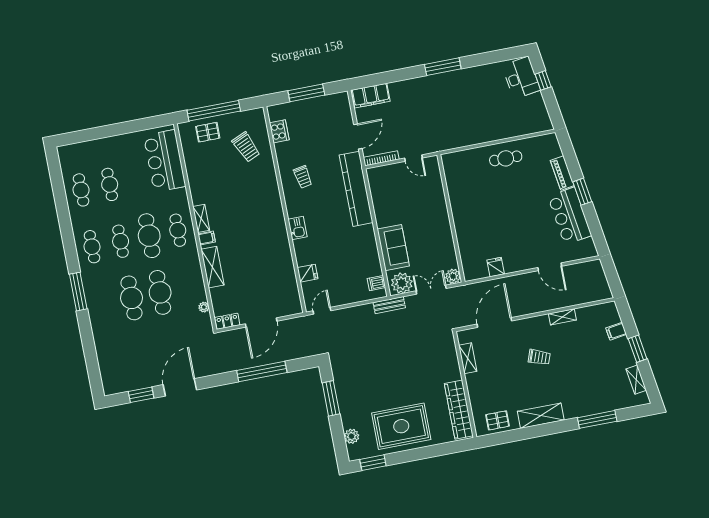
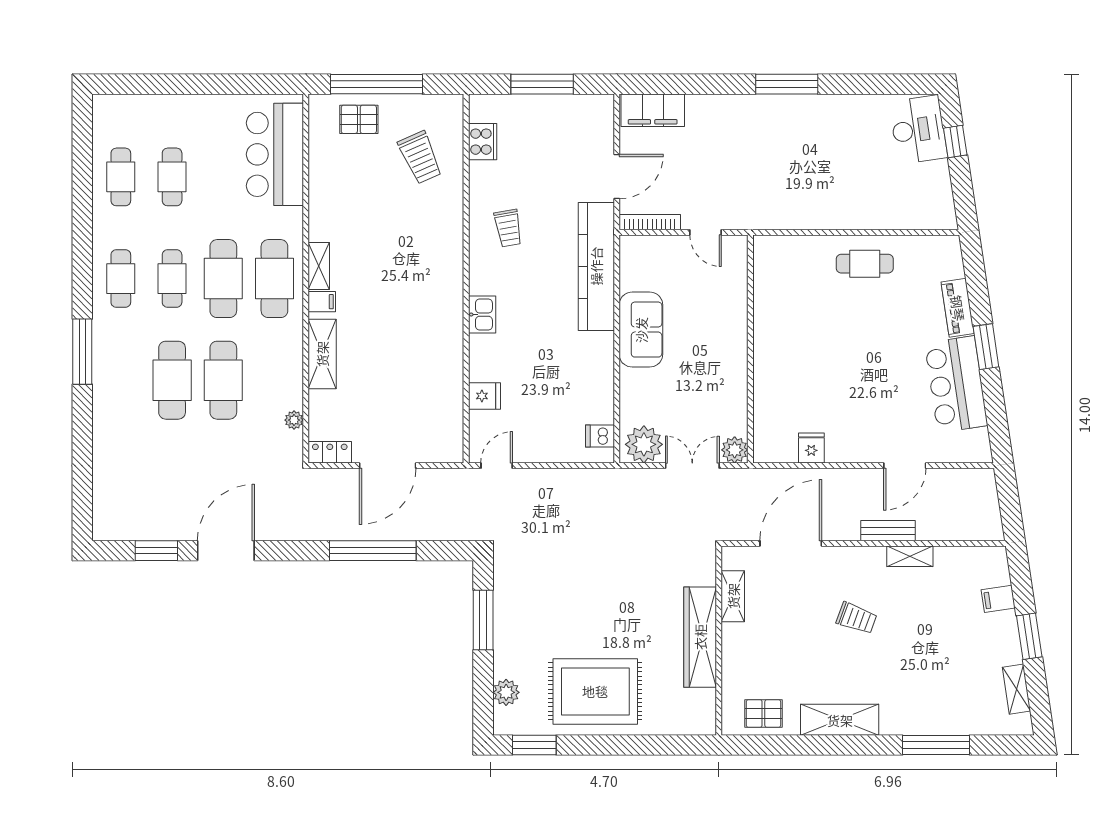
cafe table: (178, 230) -> (274, 279), width x1.37, depth x1.35
sofa: (393, 248) -> (641, 330), moved
door: (550, 267) -> (905, 466), hinge flipped
bench: (389, 305) -> (888, 531), moved
wardrobe: (459, 410) -> (700, 637), moved

